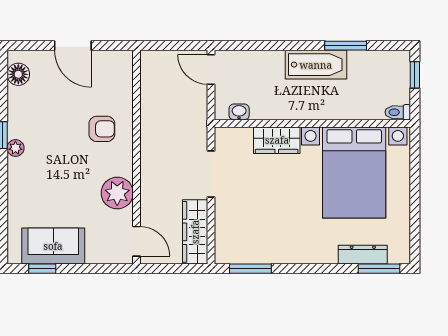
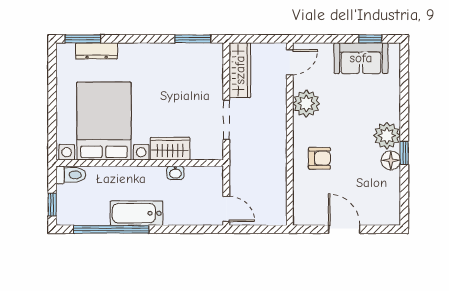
window: (346, 46) -> (111, 229), width x2.11
floor lamp: (18, 74) -> (391, 160), moved
washbasin: (239, 112) -> (175, 173), moved
toilet: (398, 112) -> (71, 175), width x1.37, depth x1.39
armchair: (102, 129) -> (319, 158), turned 180
plant: (15, 148) -> (387, 136), width x1.88, depth x1.88
door: (137, 241) -> (290, 62), swing flipped

